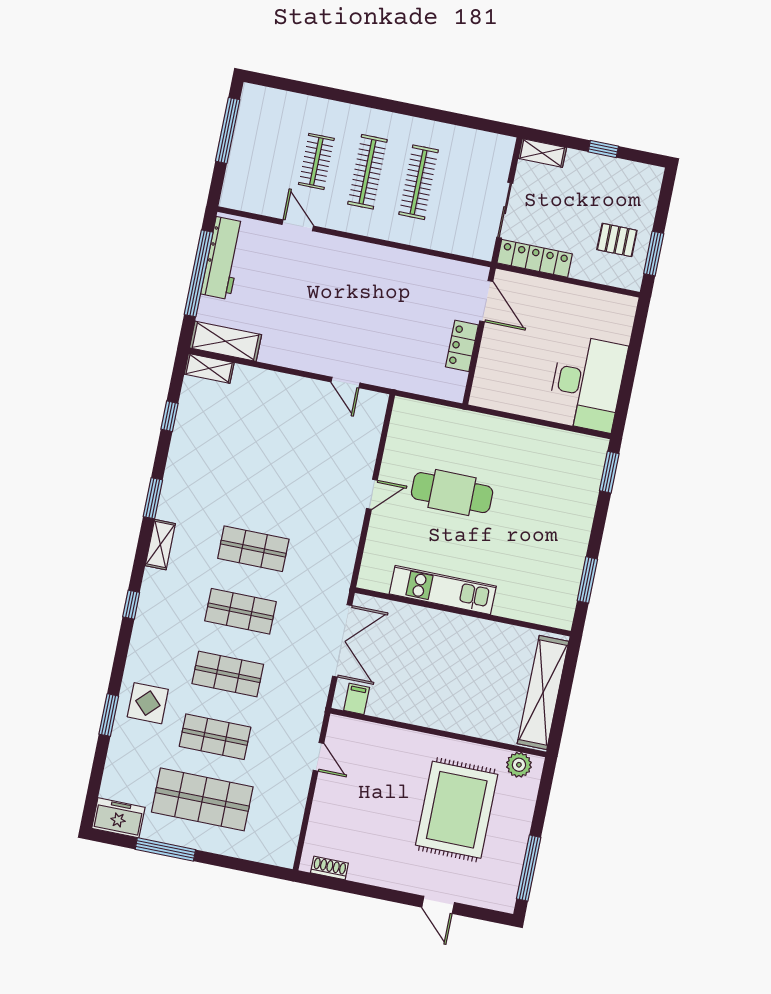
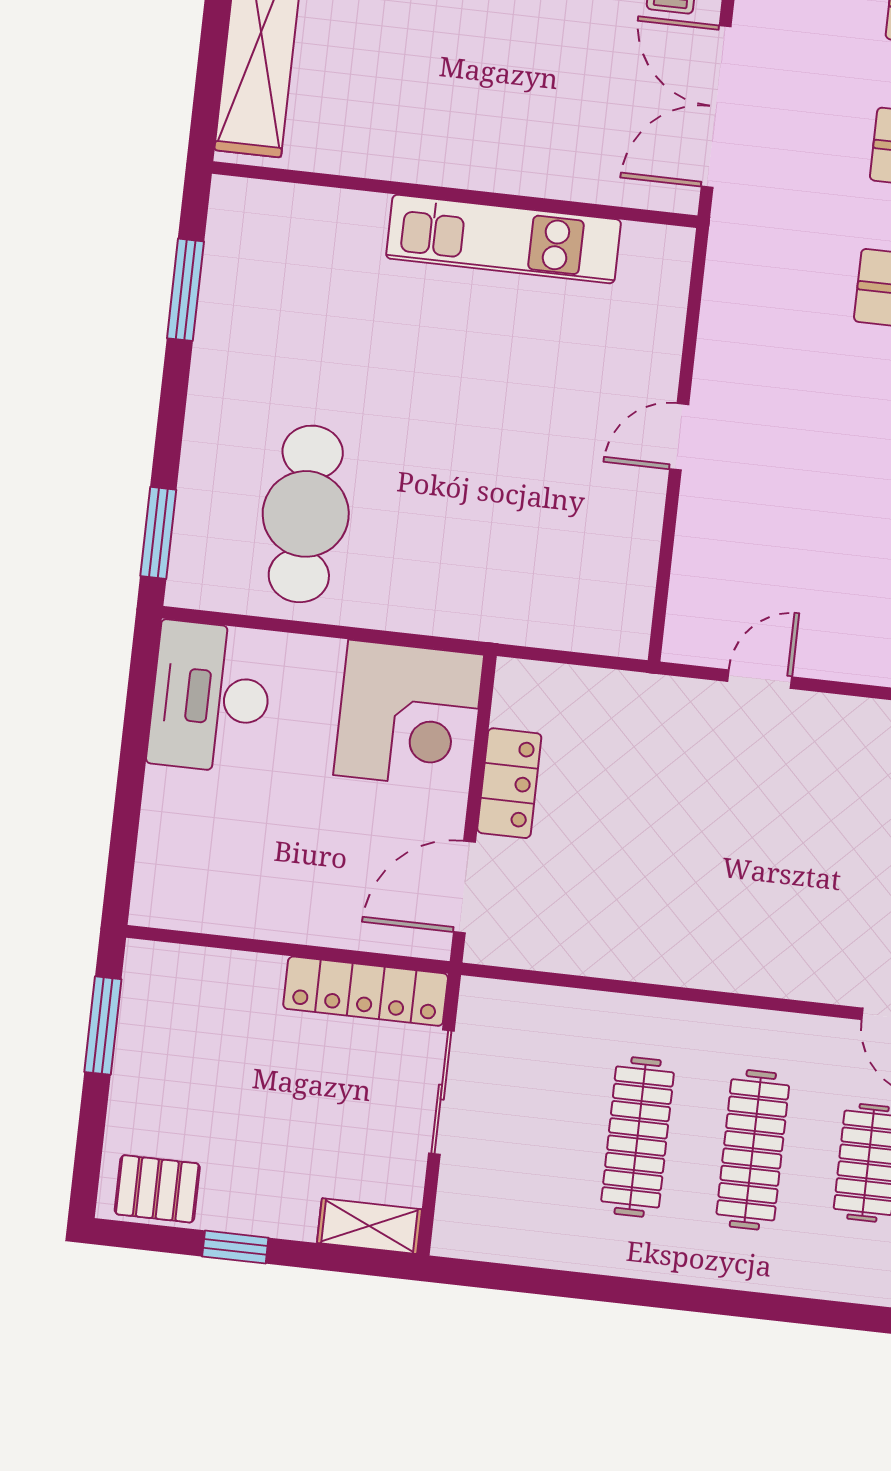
pallet: (617, 240) -> (157, 1189), moved
door: (486, 301) -> (464, 887), hinge flipped
corner desk: (504, 381) -> (409, 715), added
door: (345, 382) -> (760, 679), hinge flipped
desk: (587, 383) -> (211, 697), width x0.73, depth x0.77
cafe table: (452, 493) -> (306, 514), moved, turned 90

